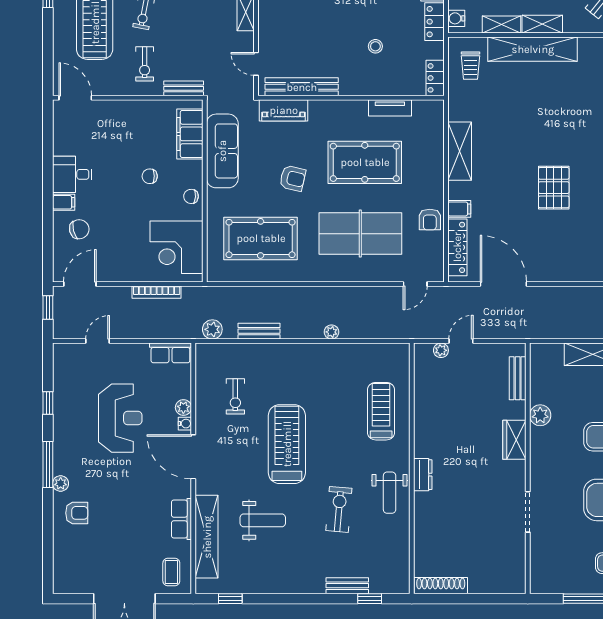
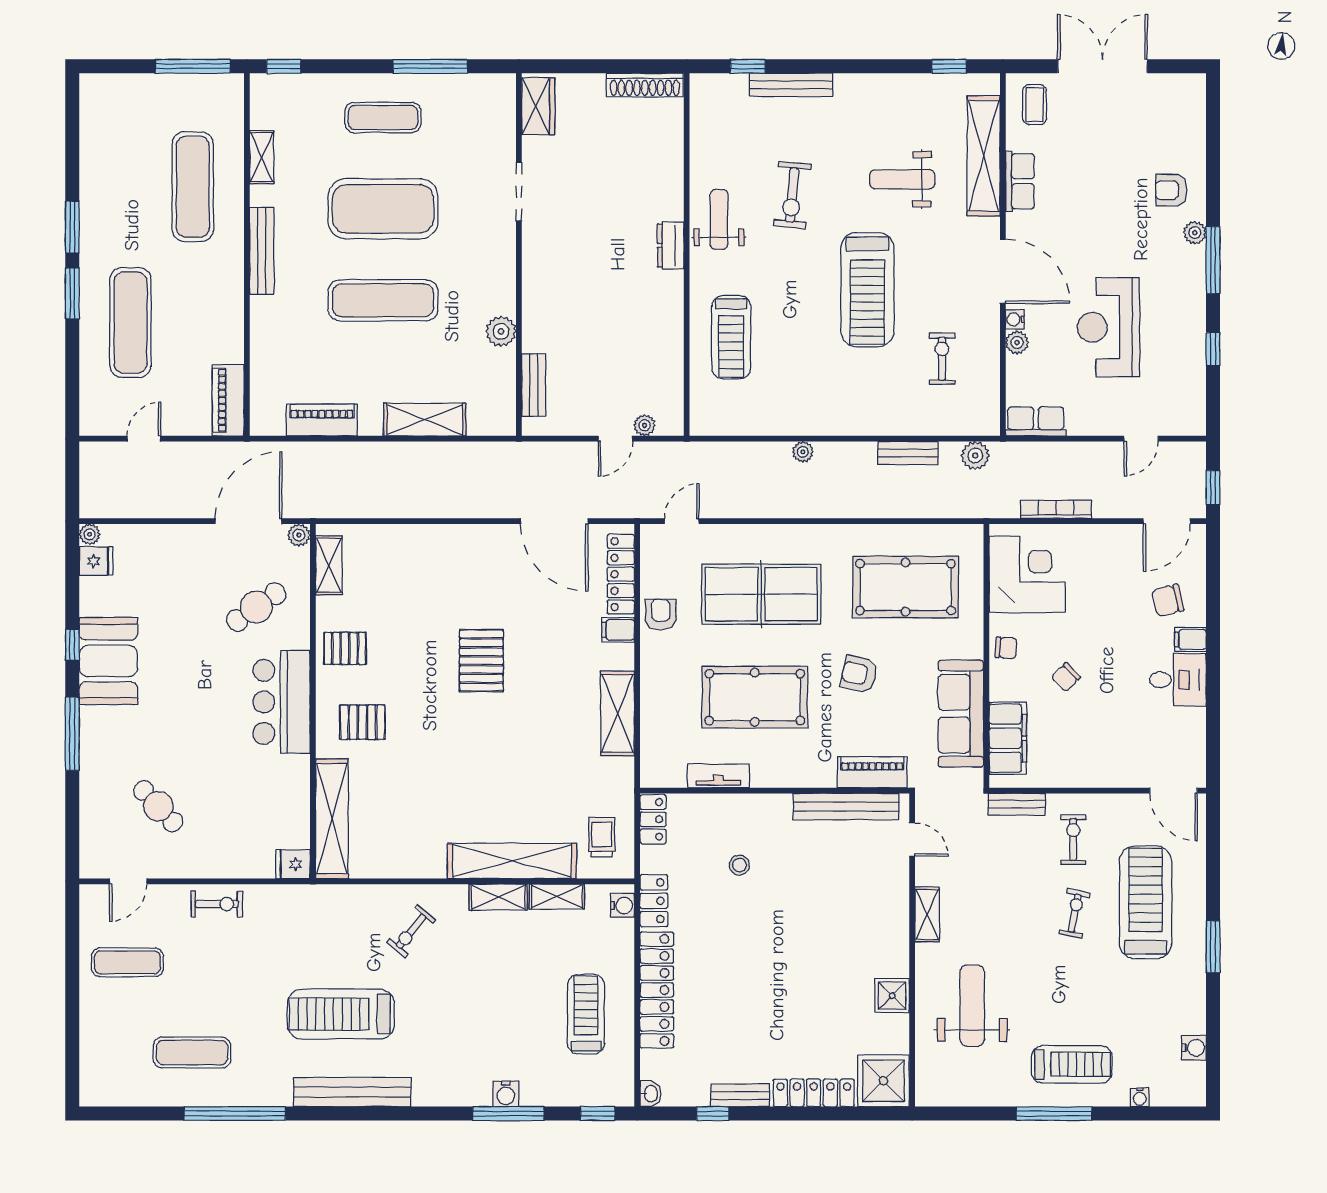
chair: (150, 176) -> (1066, 677), turned 136
wardrobe: (514, 440) -> (538, 106), moved
bench: (347, 586) -> (791, 85), width x1.36

